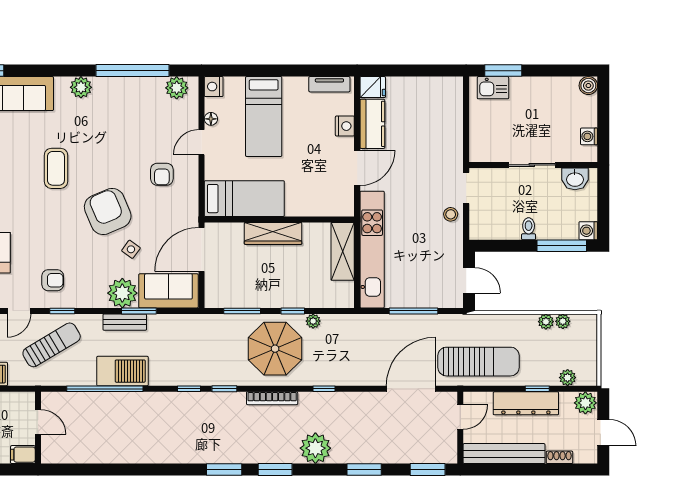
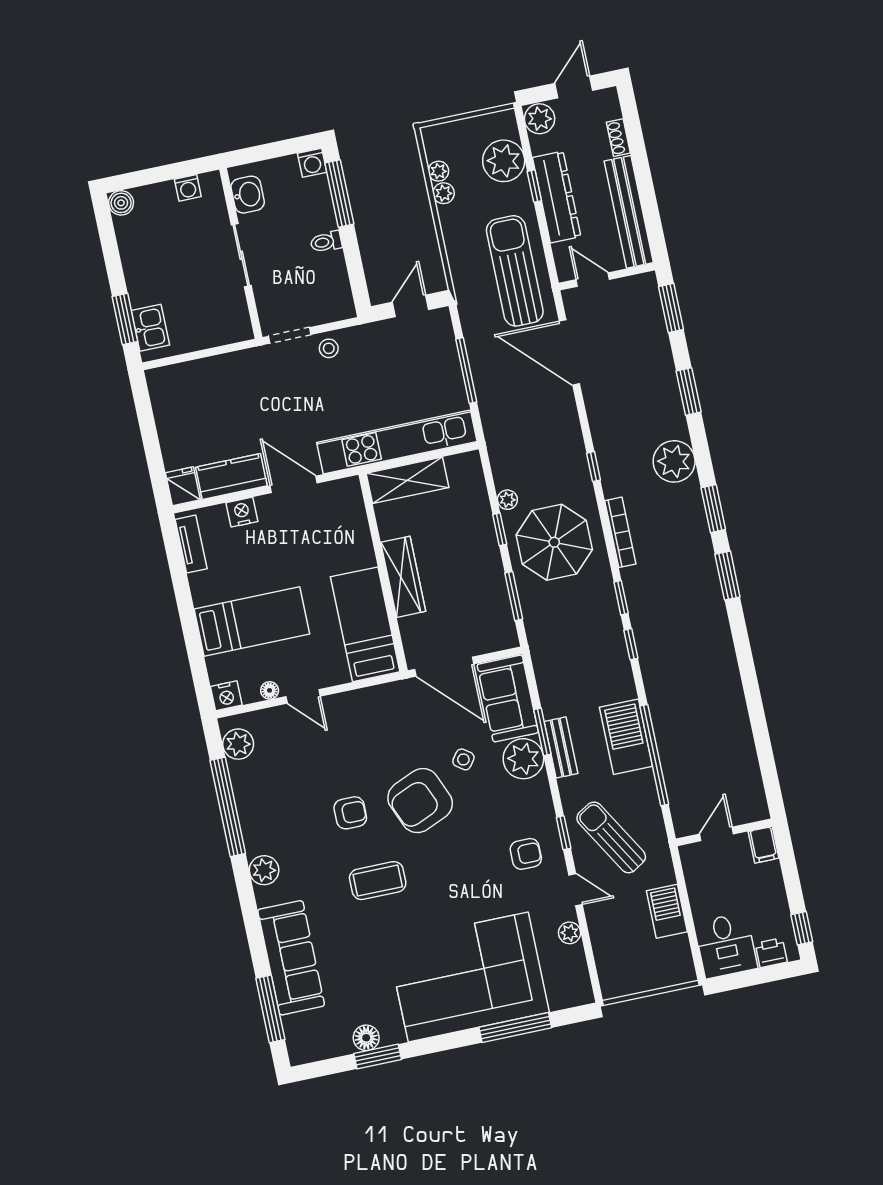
armchair: (162, 174) -> (350, 813), moved
armchair: (53, 280) -> (526, 854), turned 90
plant: (568, 378) -> (504, 161), width x1.88, depth x1.88

